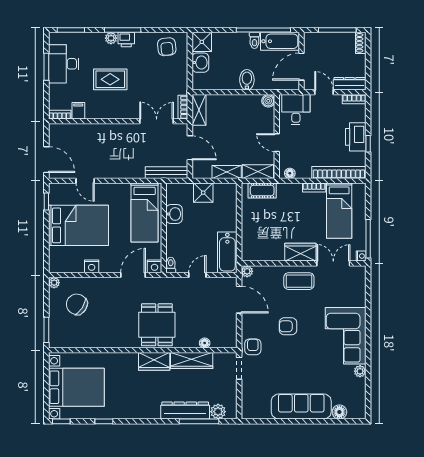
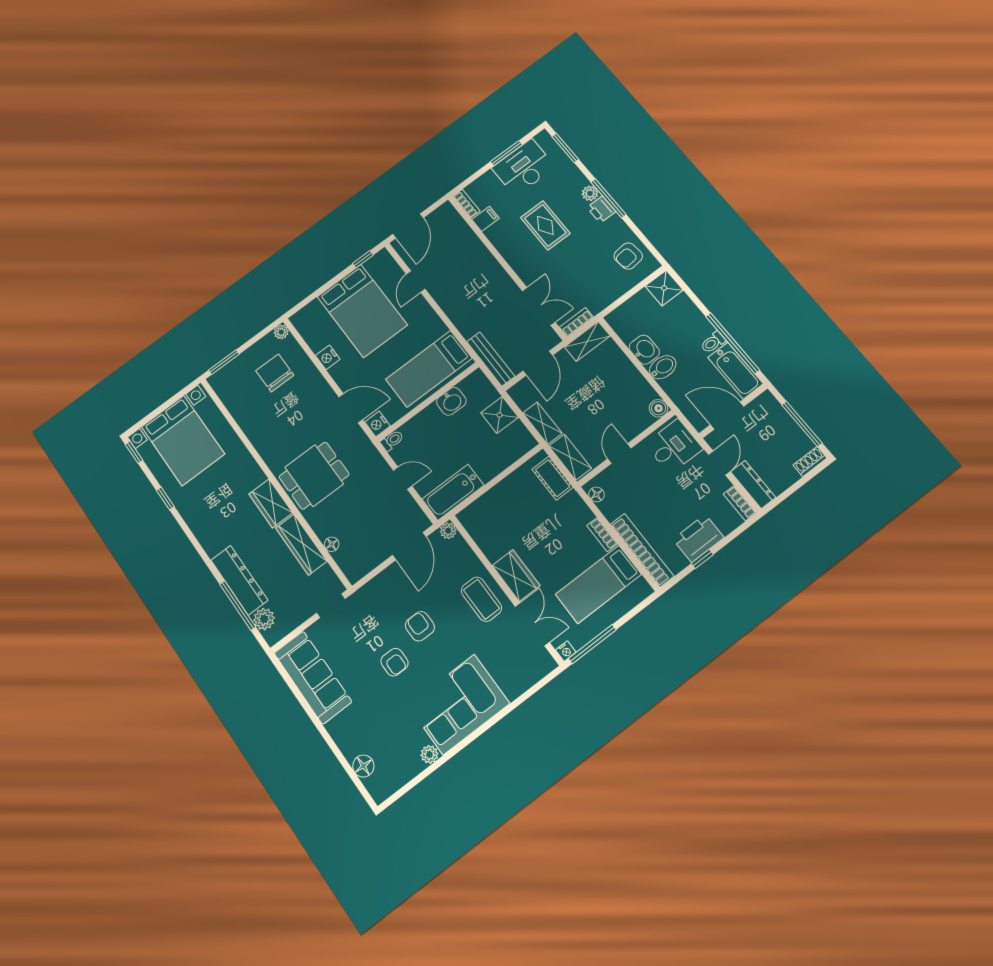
washbasin: (200, 63) -> (644, 350), moved, turned -90
chair: (77, 304) -> (275, 373), turned -33
armchair: (253, 347) -> (394, 662), moved, turned 90
sofa: (301, 406) -> (313, 677), moved

